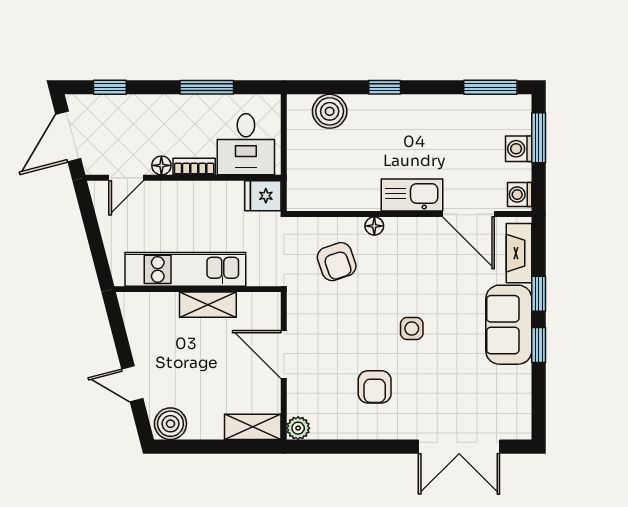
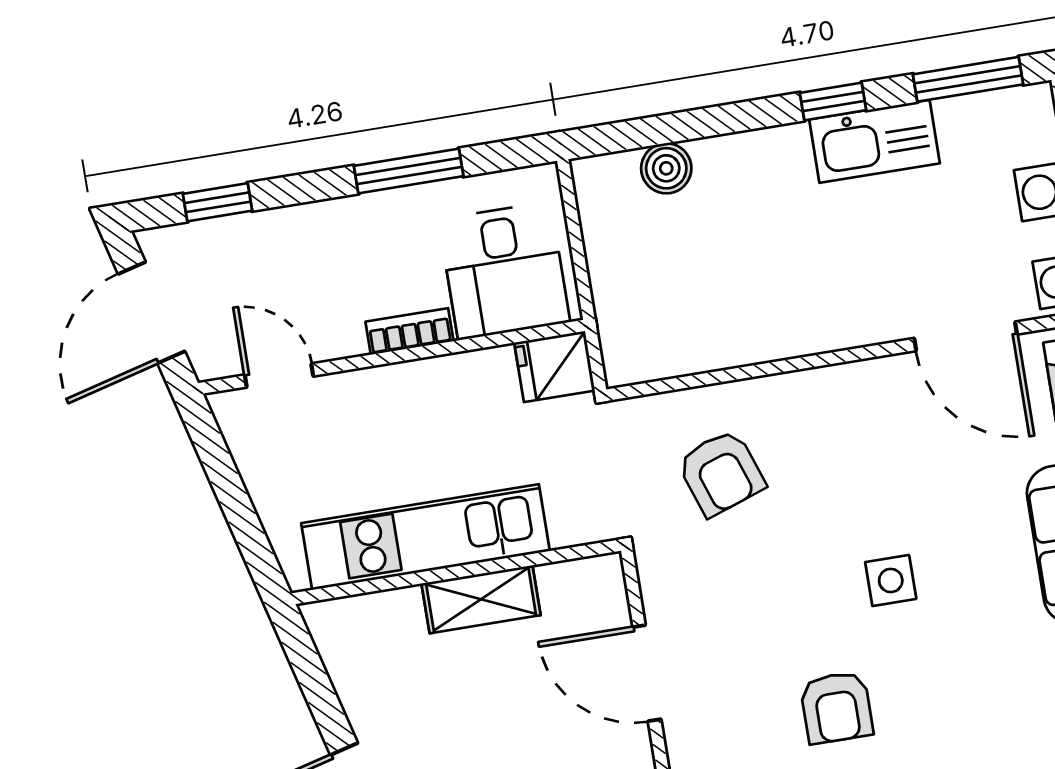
window: (385, 87) -> (833, 101), moved
boiler: (330, 111) -> (666, 168), width x0.73, depth x0.73
floor lamp: (161, 165) -> (345, 340), removed
door: (126, 178) -> (279, 375), swing flipped
kitchen sink: (412, 195) -> (874, 141), moved, turned 180
floor lamp: (374, 226) -> (784, 390), removed

